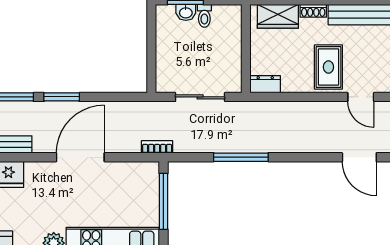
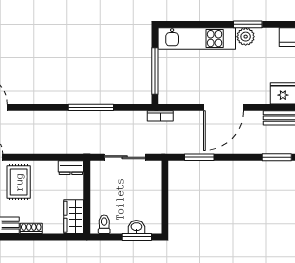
toilet: (204, 16) -> (104, 224), moved
wardrobe: (278, 16) -> (74, 217), moved, turned -90
window: (62, 97) -> (199, 157), moved

